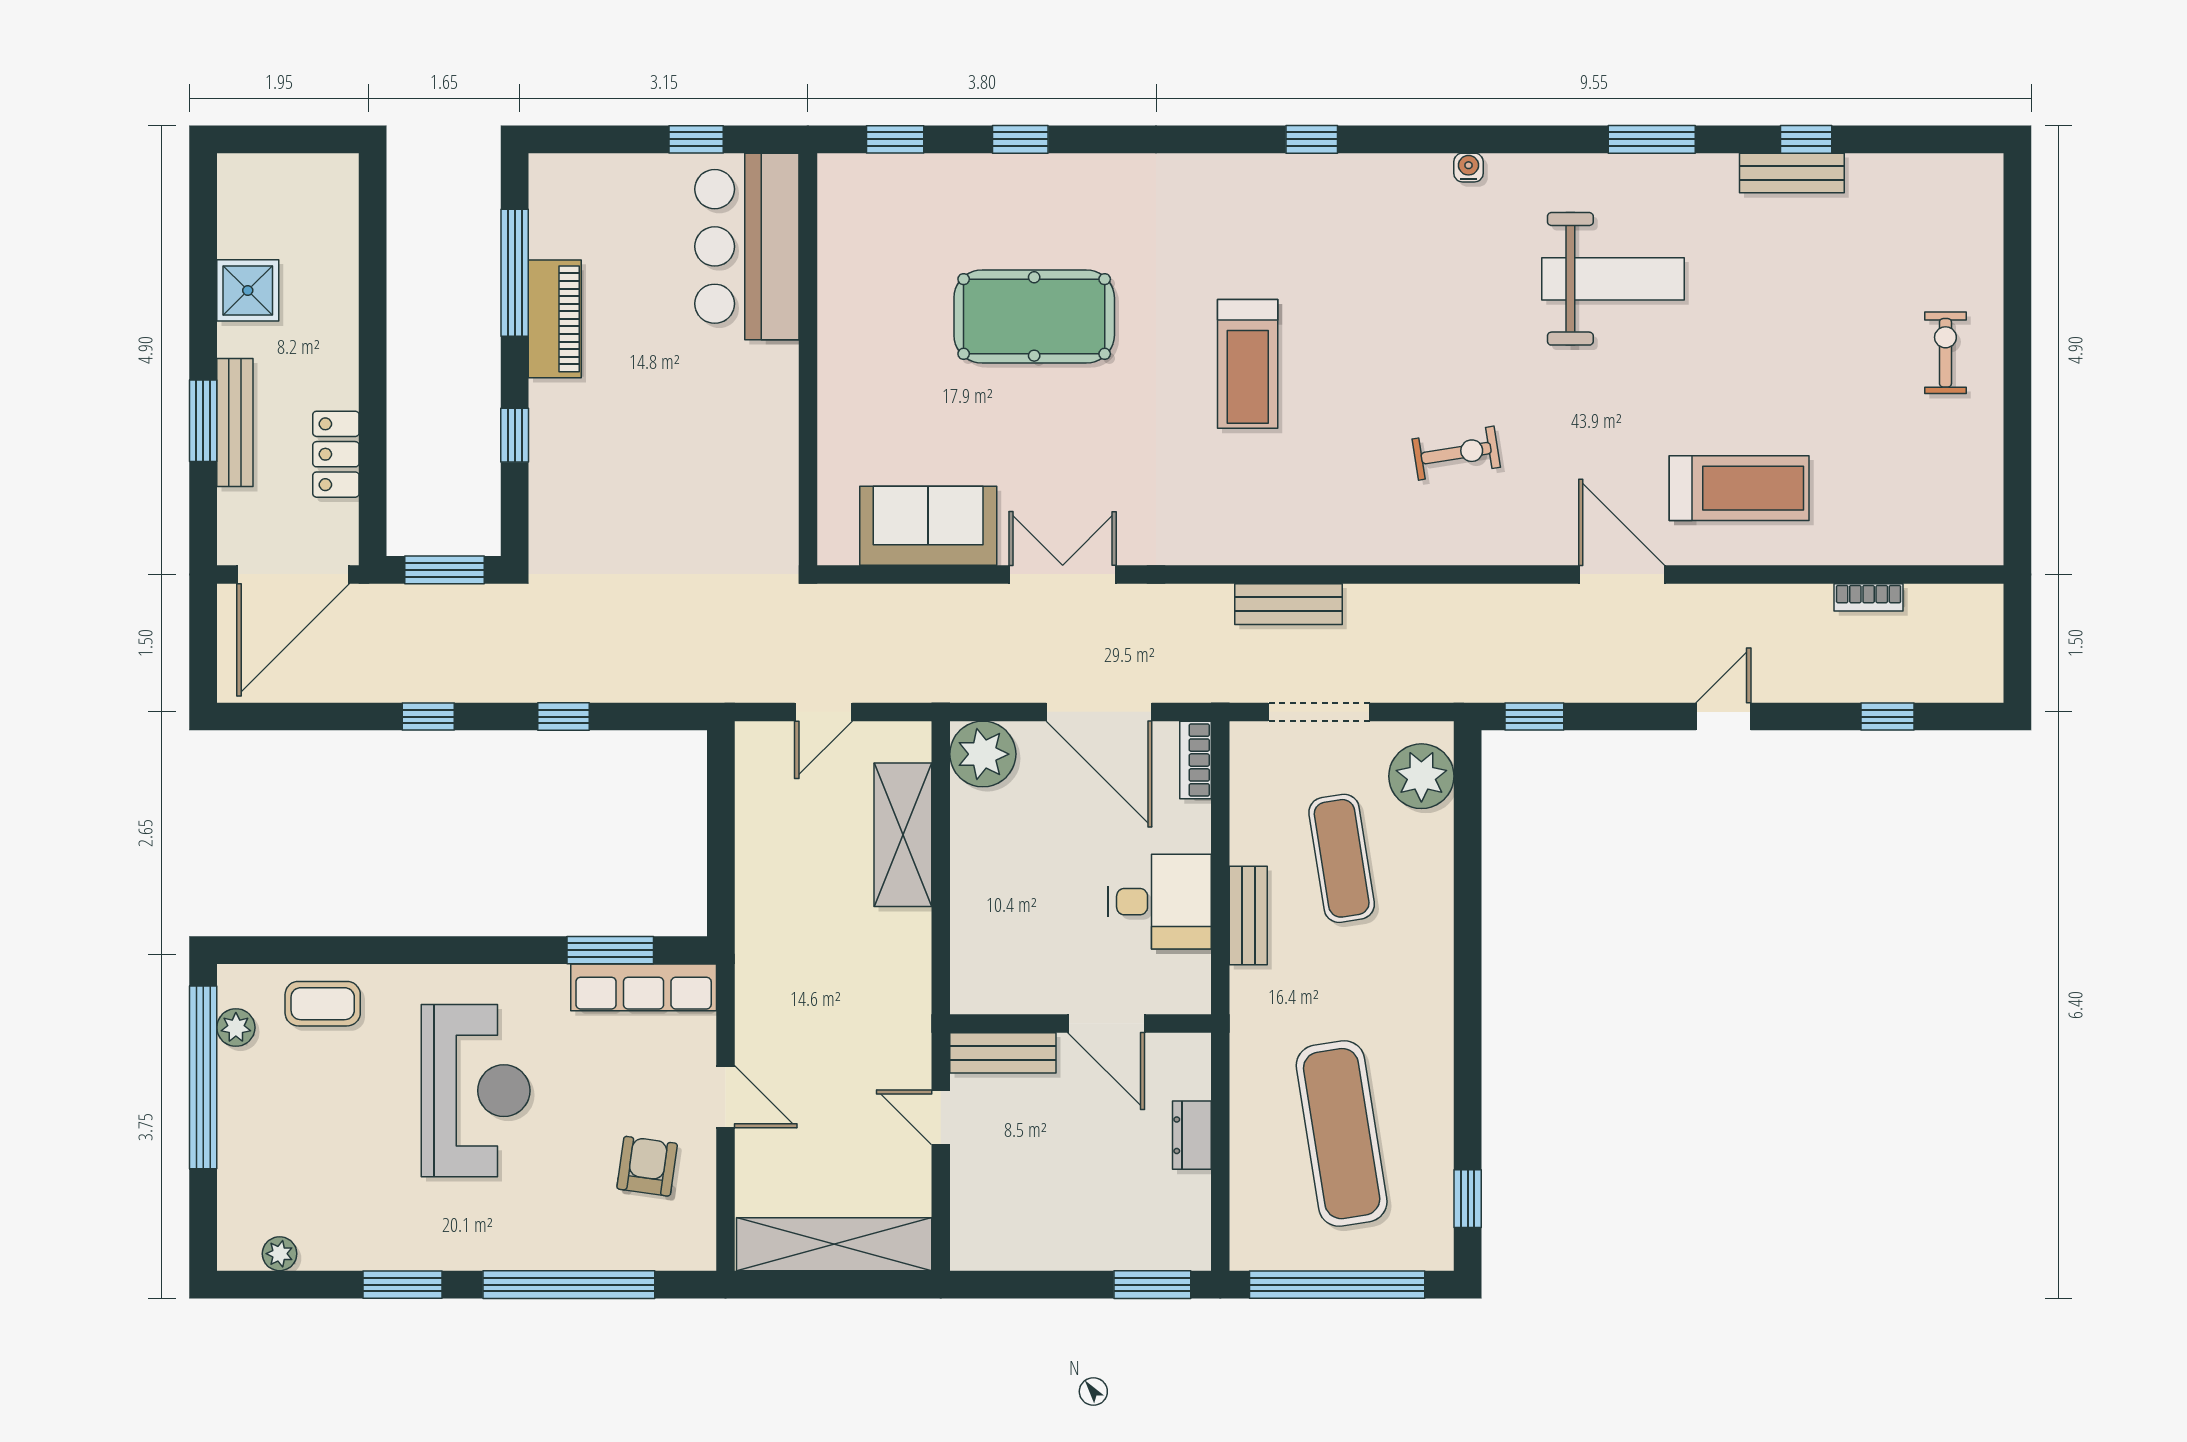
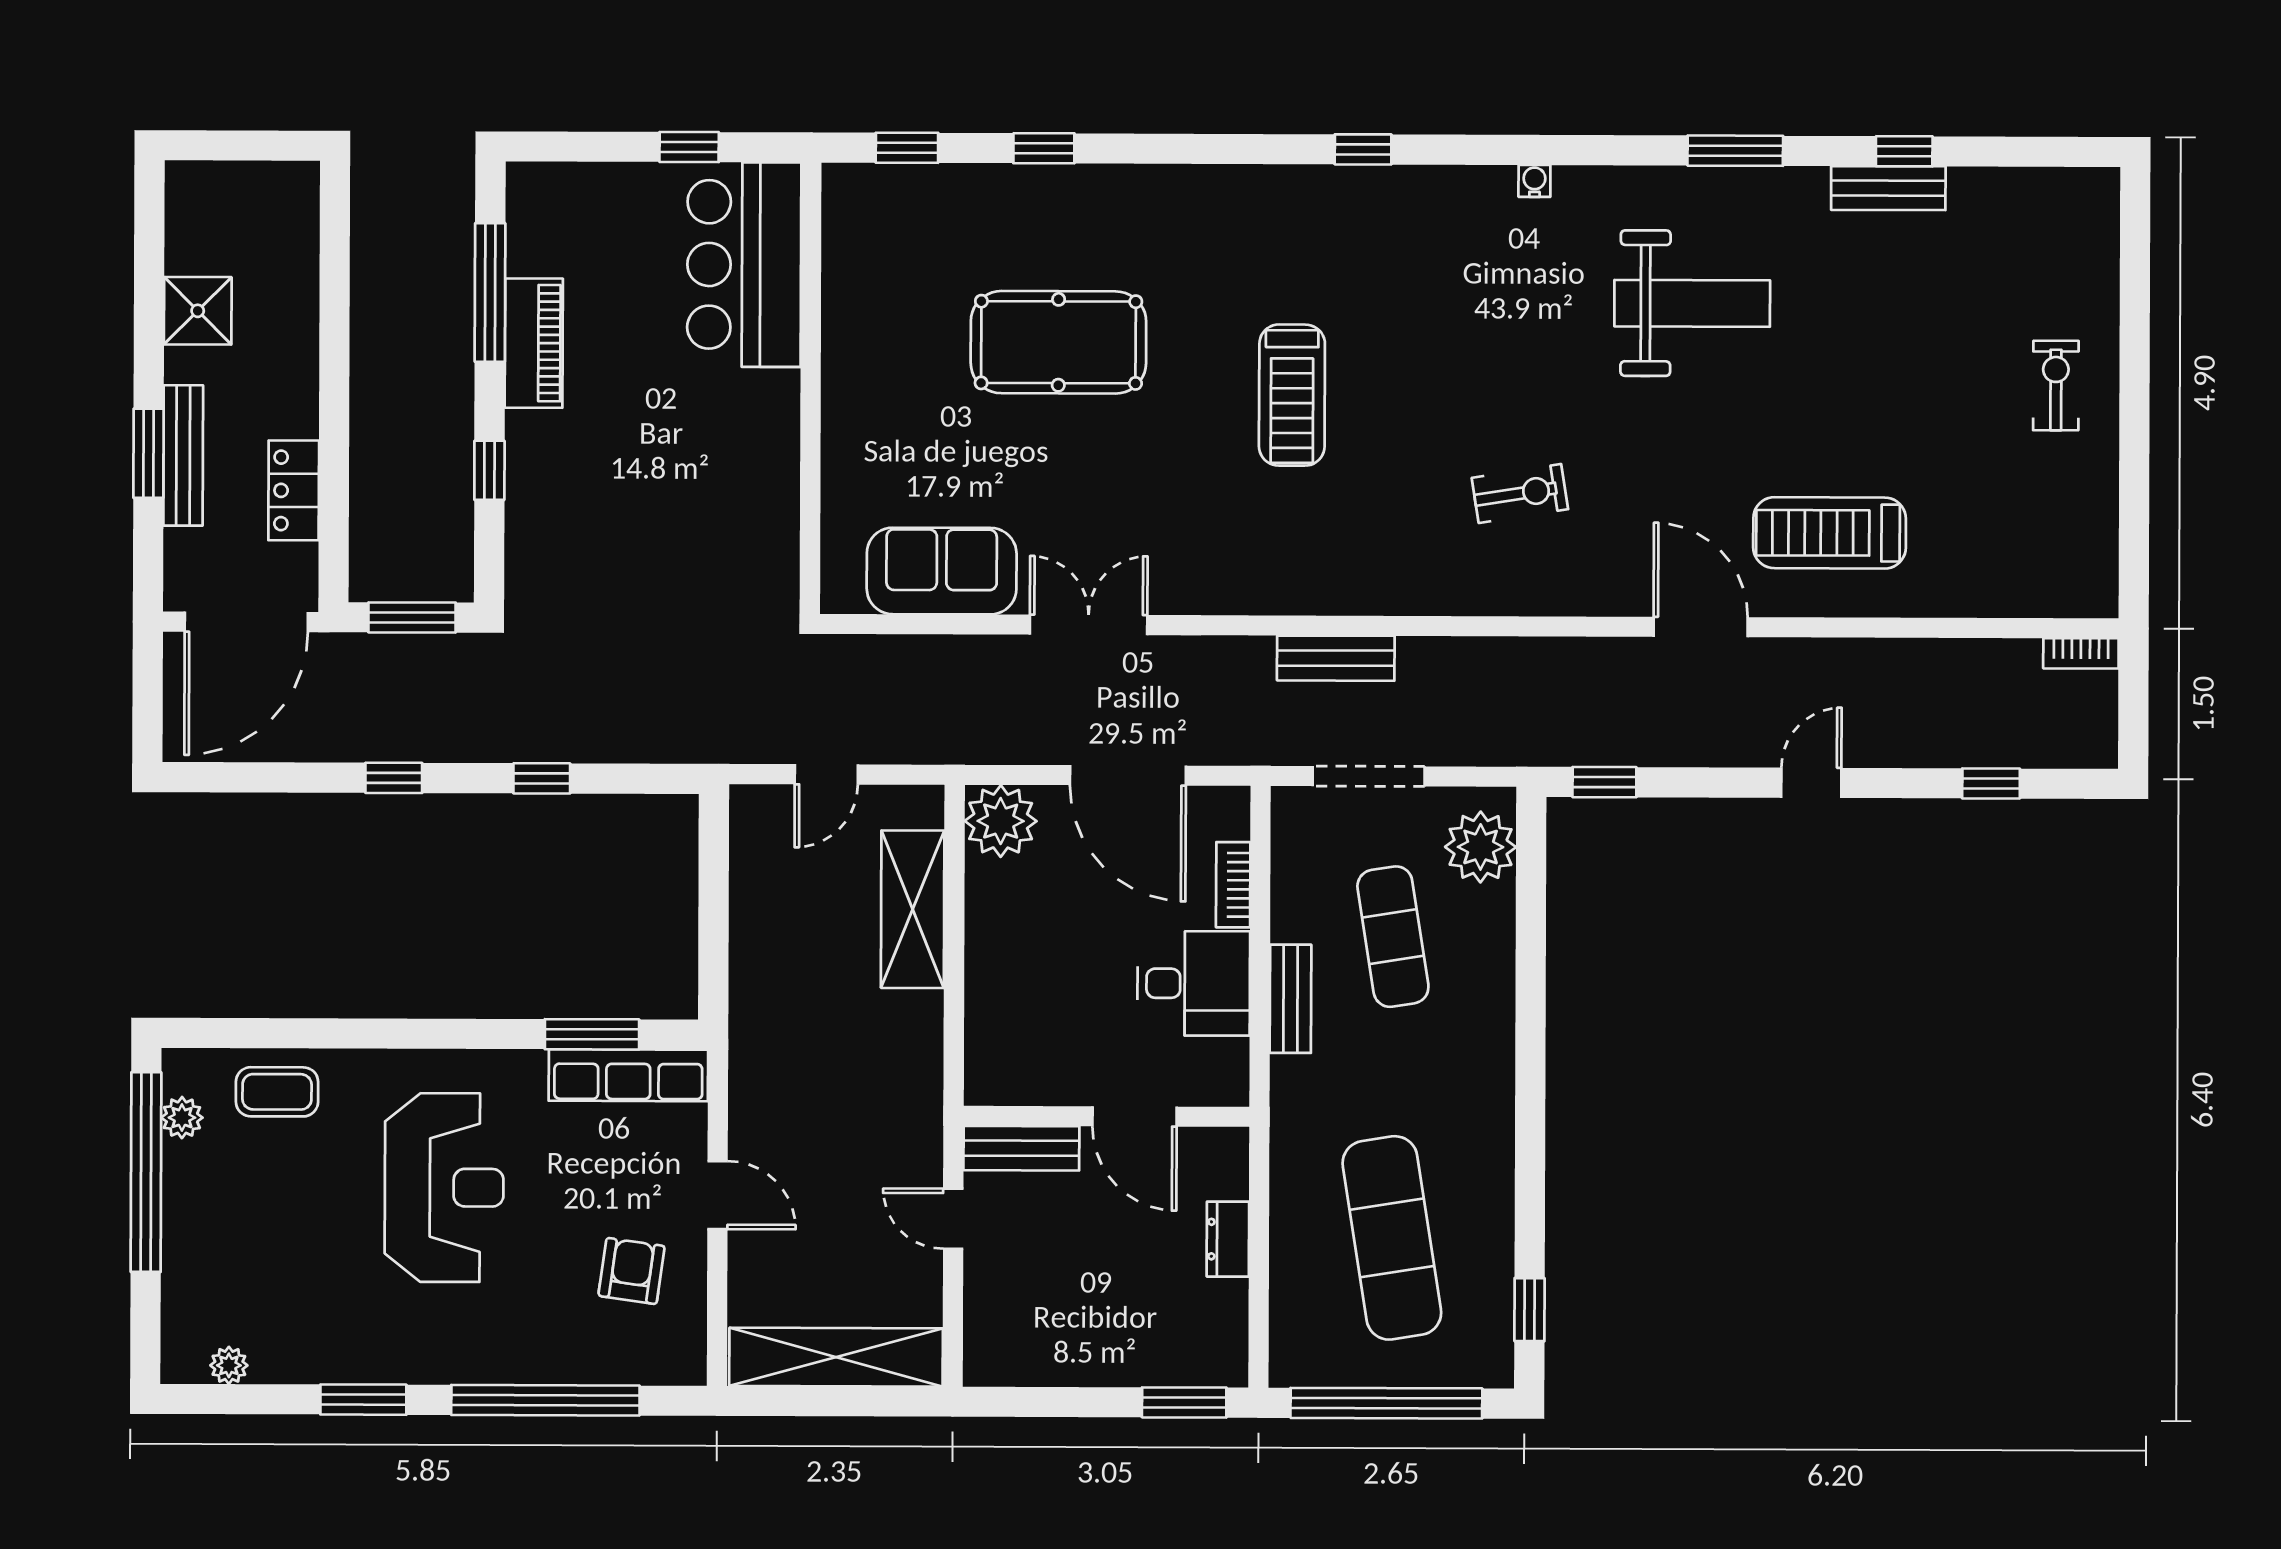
treadmill: (1739, 488) -> (1830, 533), turned 180
bookcase: (1869, 597) -> (2081, 653), moved
bookcase: (1195, 760) -> (1233, 885), moved

